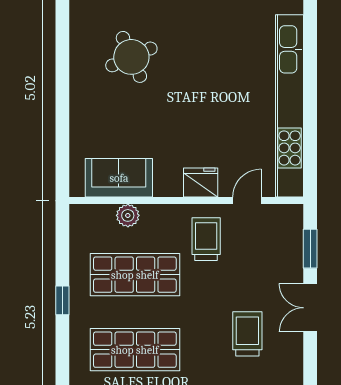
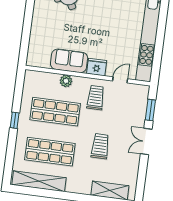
sofa: (119, 178) -> (69, 61), moved
plant: (128, 215) -> (66, 81), moved
trolley: (247, 334) -> (100, 146), moved

